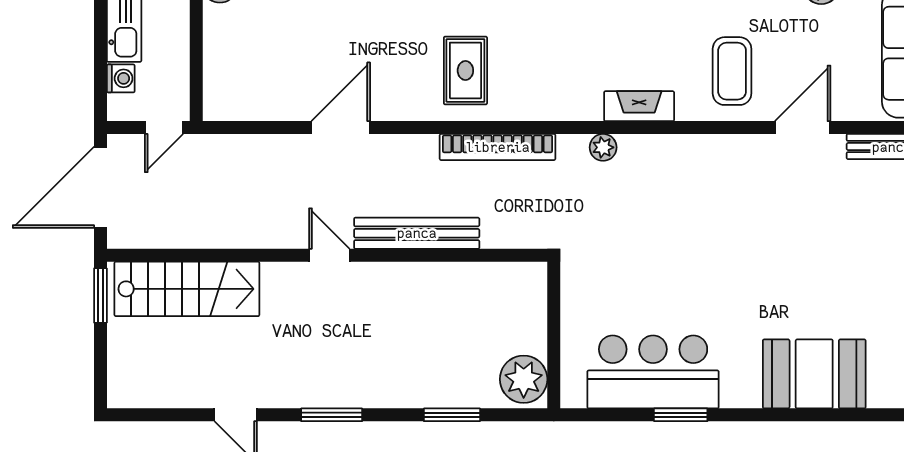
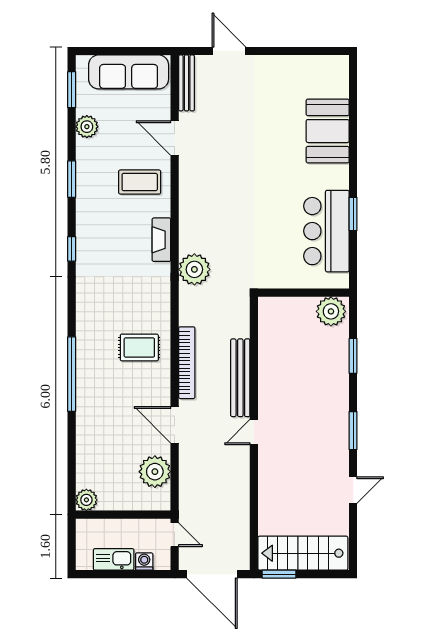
plant: (265, 96) -> (155, 472), added
bookcase: (498, 147) -> (187, 363), moved
plant: (603, 147) -> (194, 269), width x1.88, depth x1.88
stairs: (187, 289) -> (303, 553), moved, turned -90

